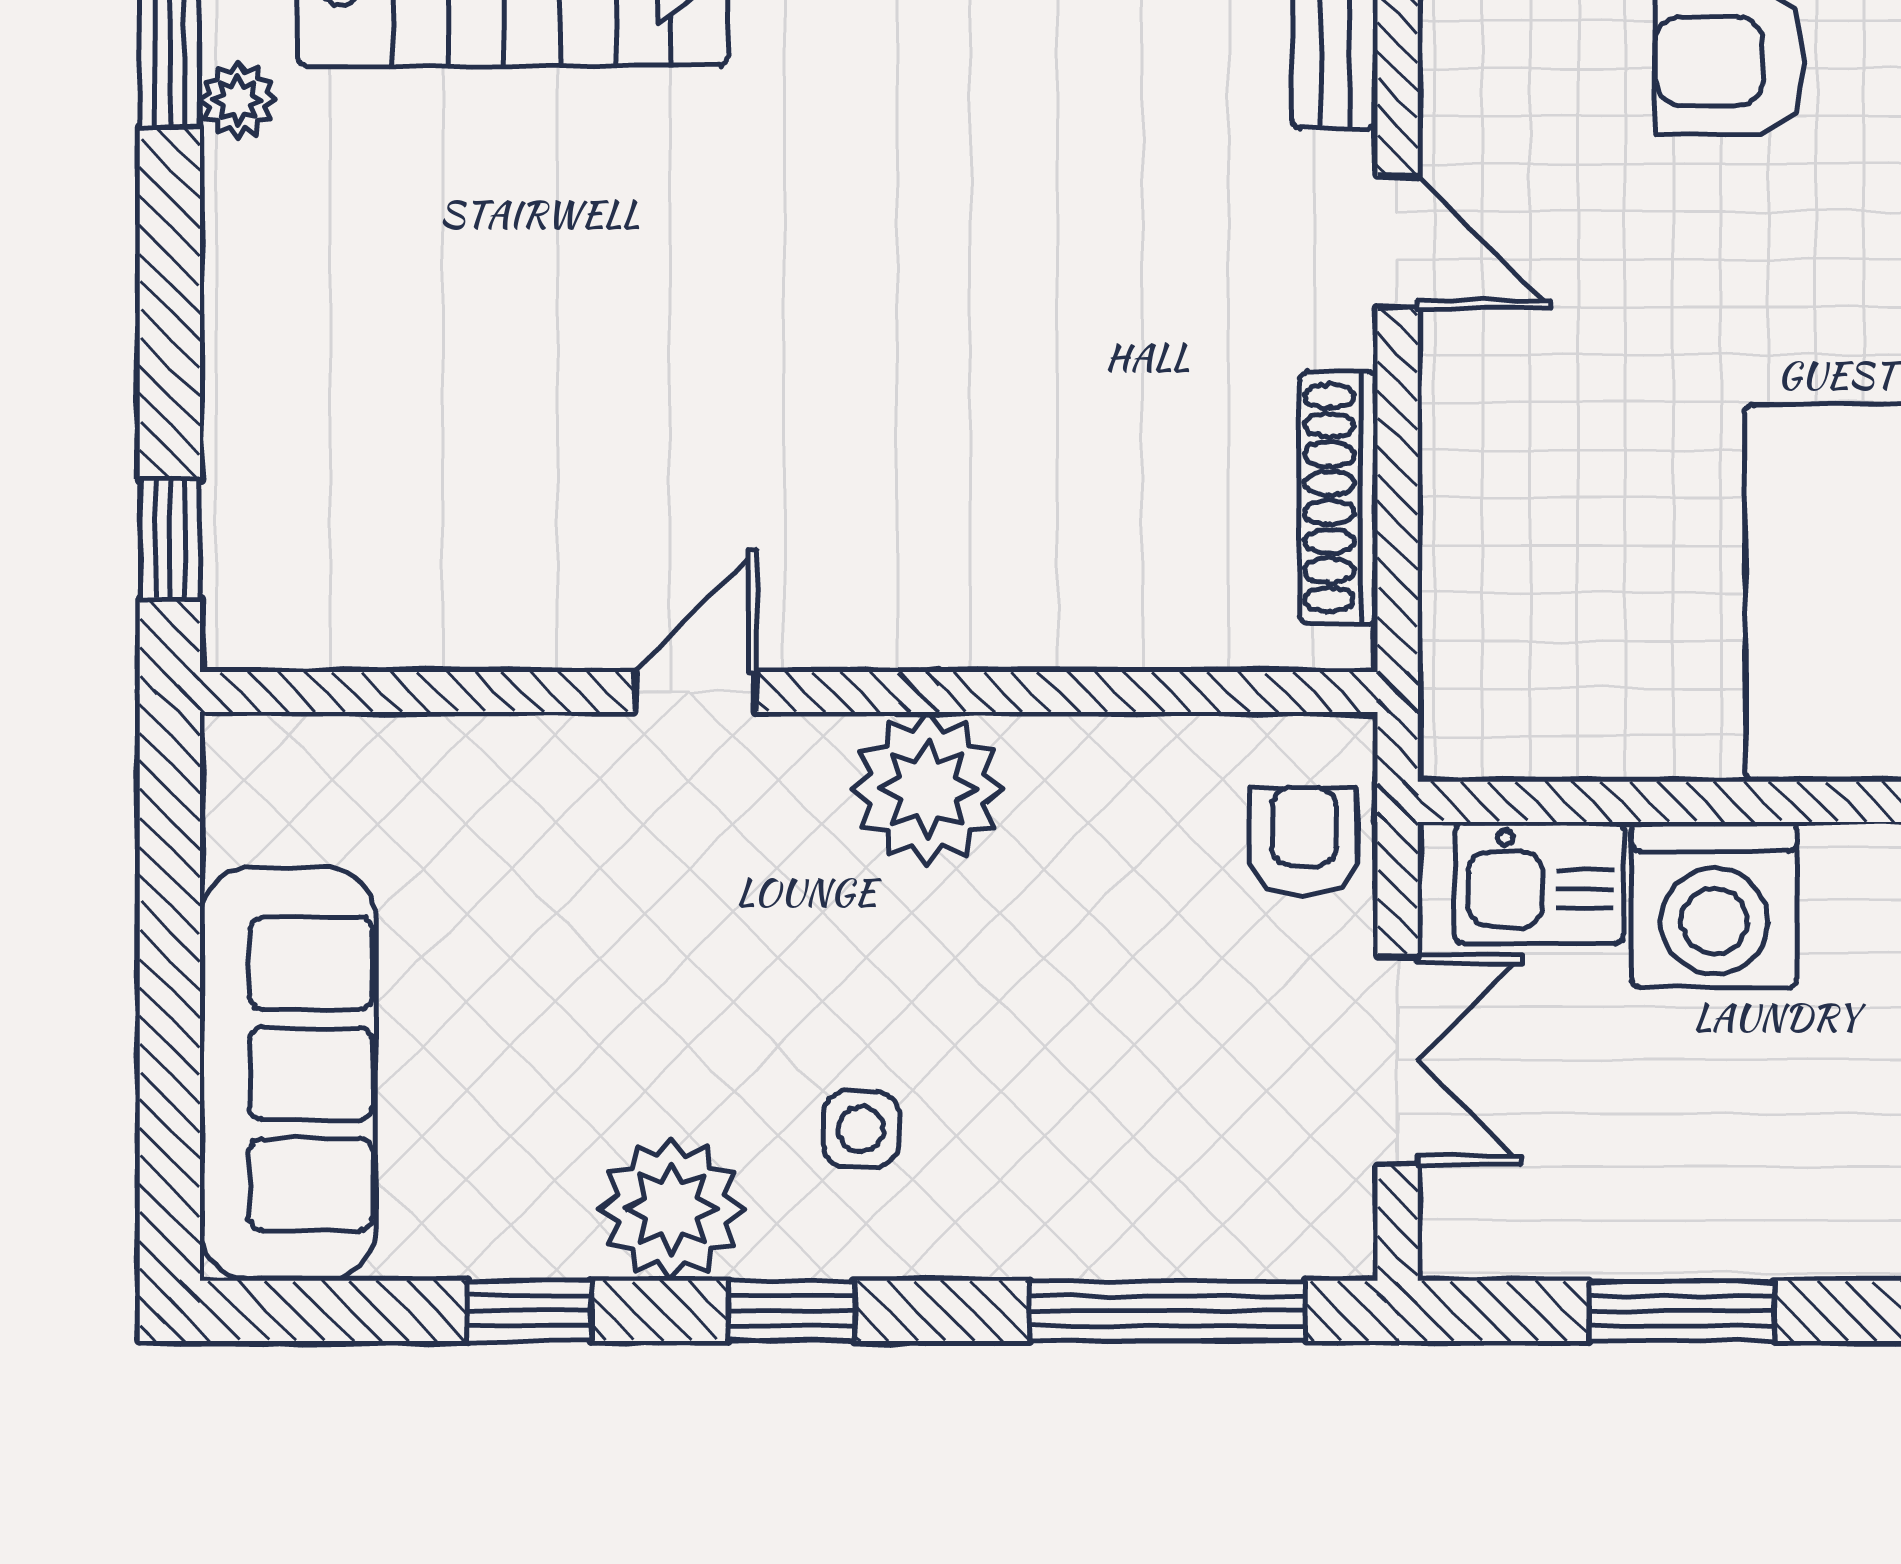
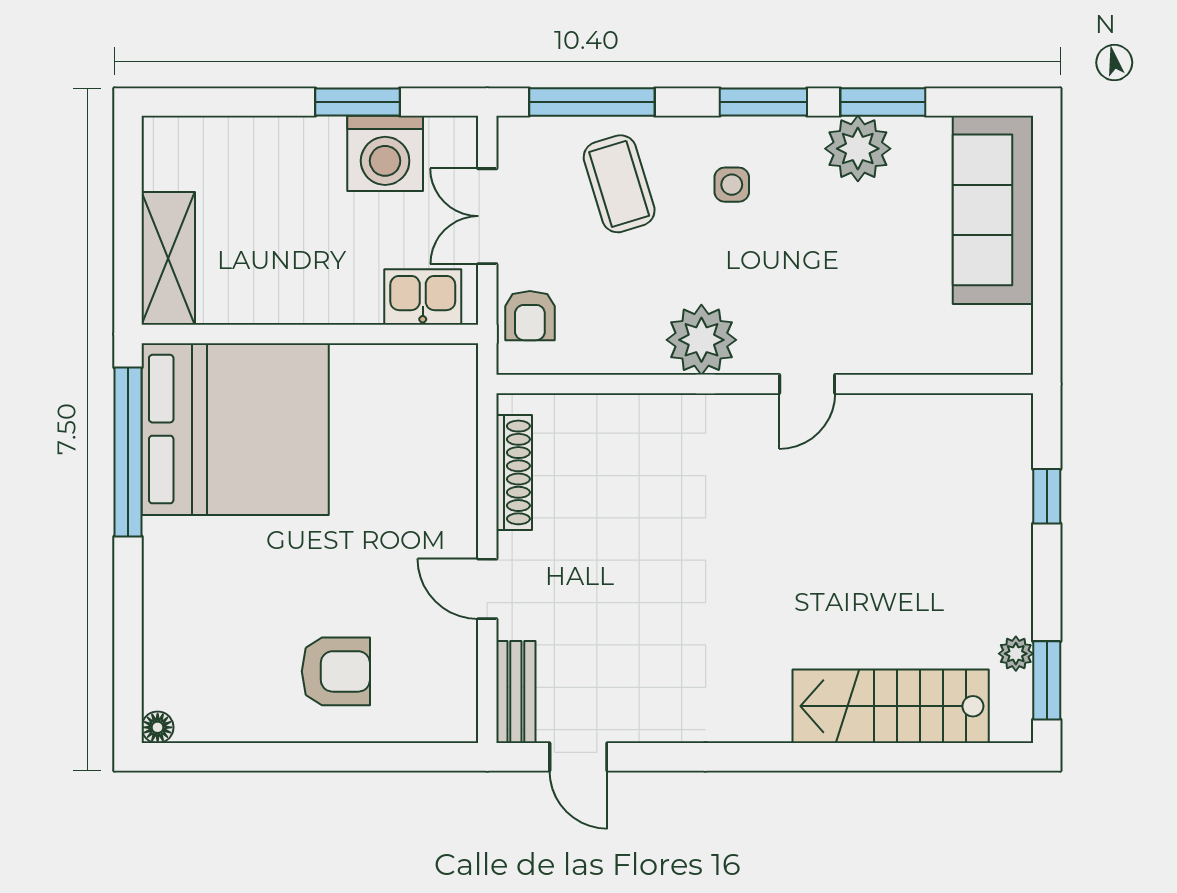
window: (170, 539) -> (1047, 496), moved
washing machine: (1714, 905) -> (385, 153), moved, turned 180
coffee table: (1108, 1131) -> (619, 184), added
plant: (671, 1209) -> (858, 149), moved
window: (529, 1311) -> (883, 102), width x1.50
window: (792, 1311) -> (763, 102), width x1.50

